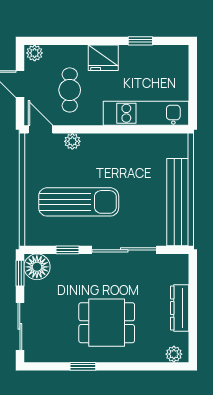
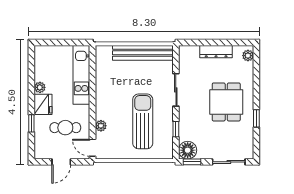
window: (140, 41) -> (31, 123), moved
plant: (35, 53) -> (40, 87), moved
door: (41, 129) -> (92, 148), hinge flipped
sliding door: (124, 250) -> (176, 90), width x0.73

